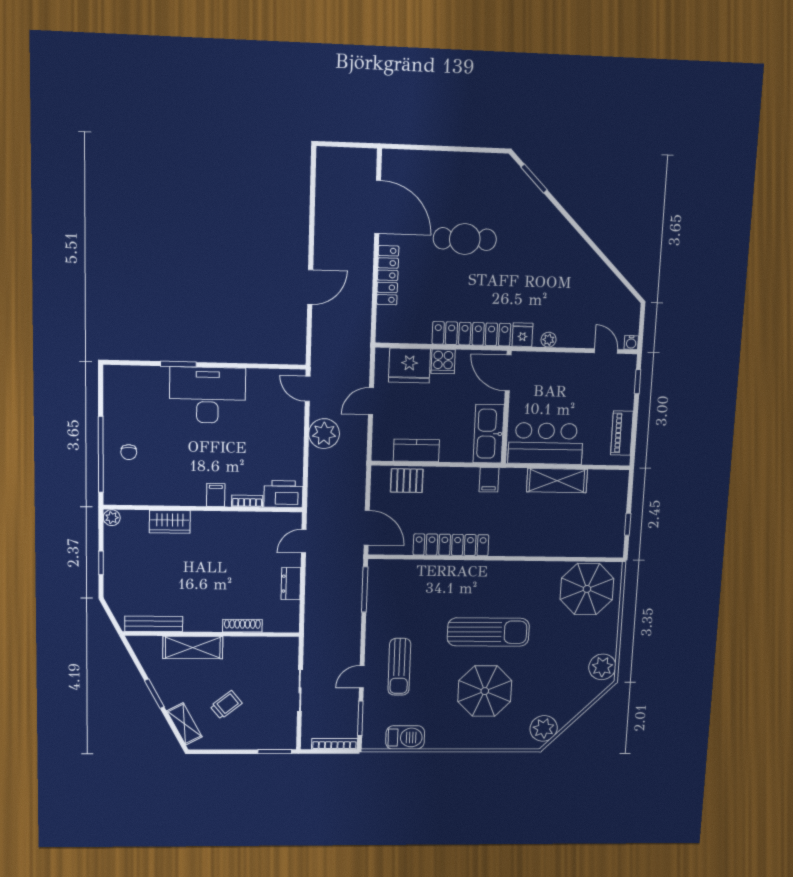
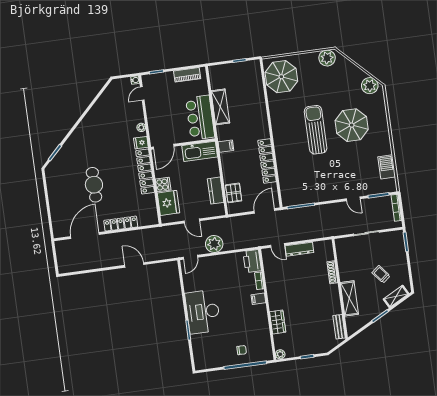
dresser: (291, 584) -> (299, 249), width x1.44
bench: (154, 624) -> (339, 327), width x0.73
sun lounger: (399, 667) -> (344, 178), removed

